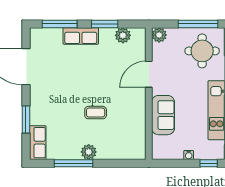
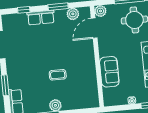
window: (60, 24) -> (24, 10), width x0.46
door: (149, 74) -> (94, 28), moved

